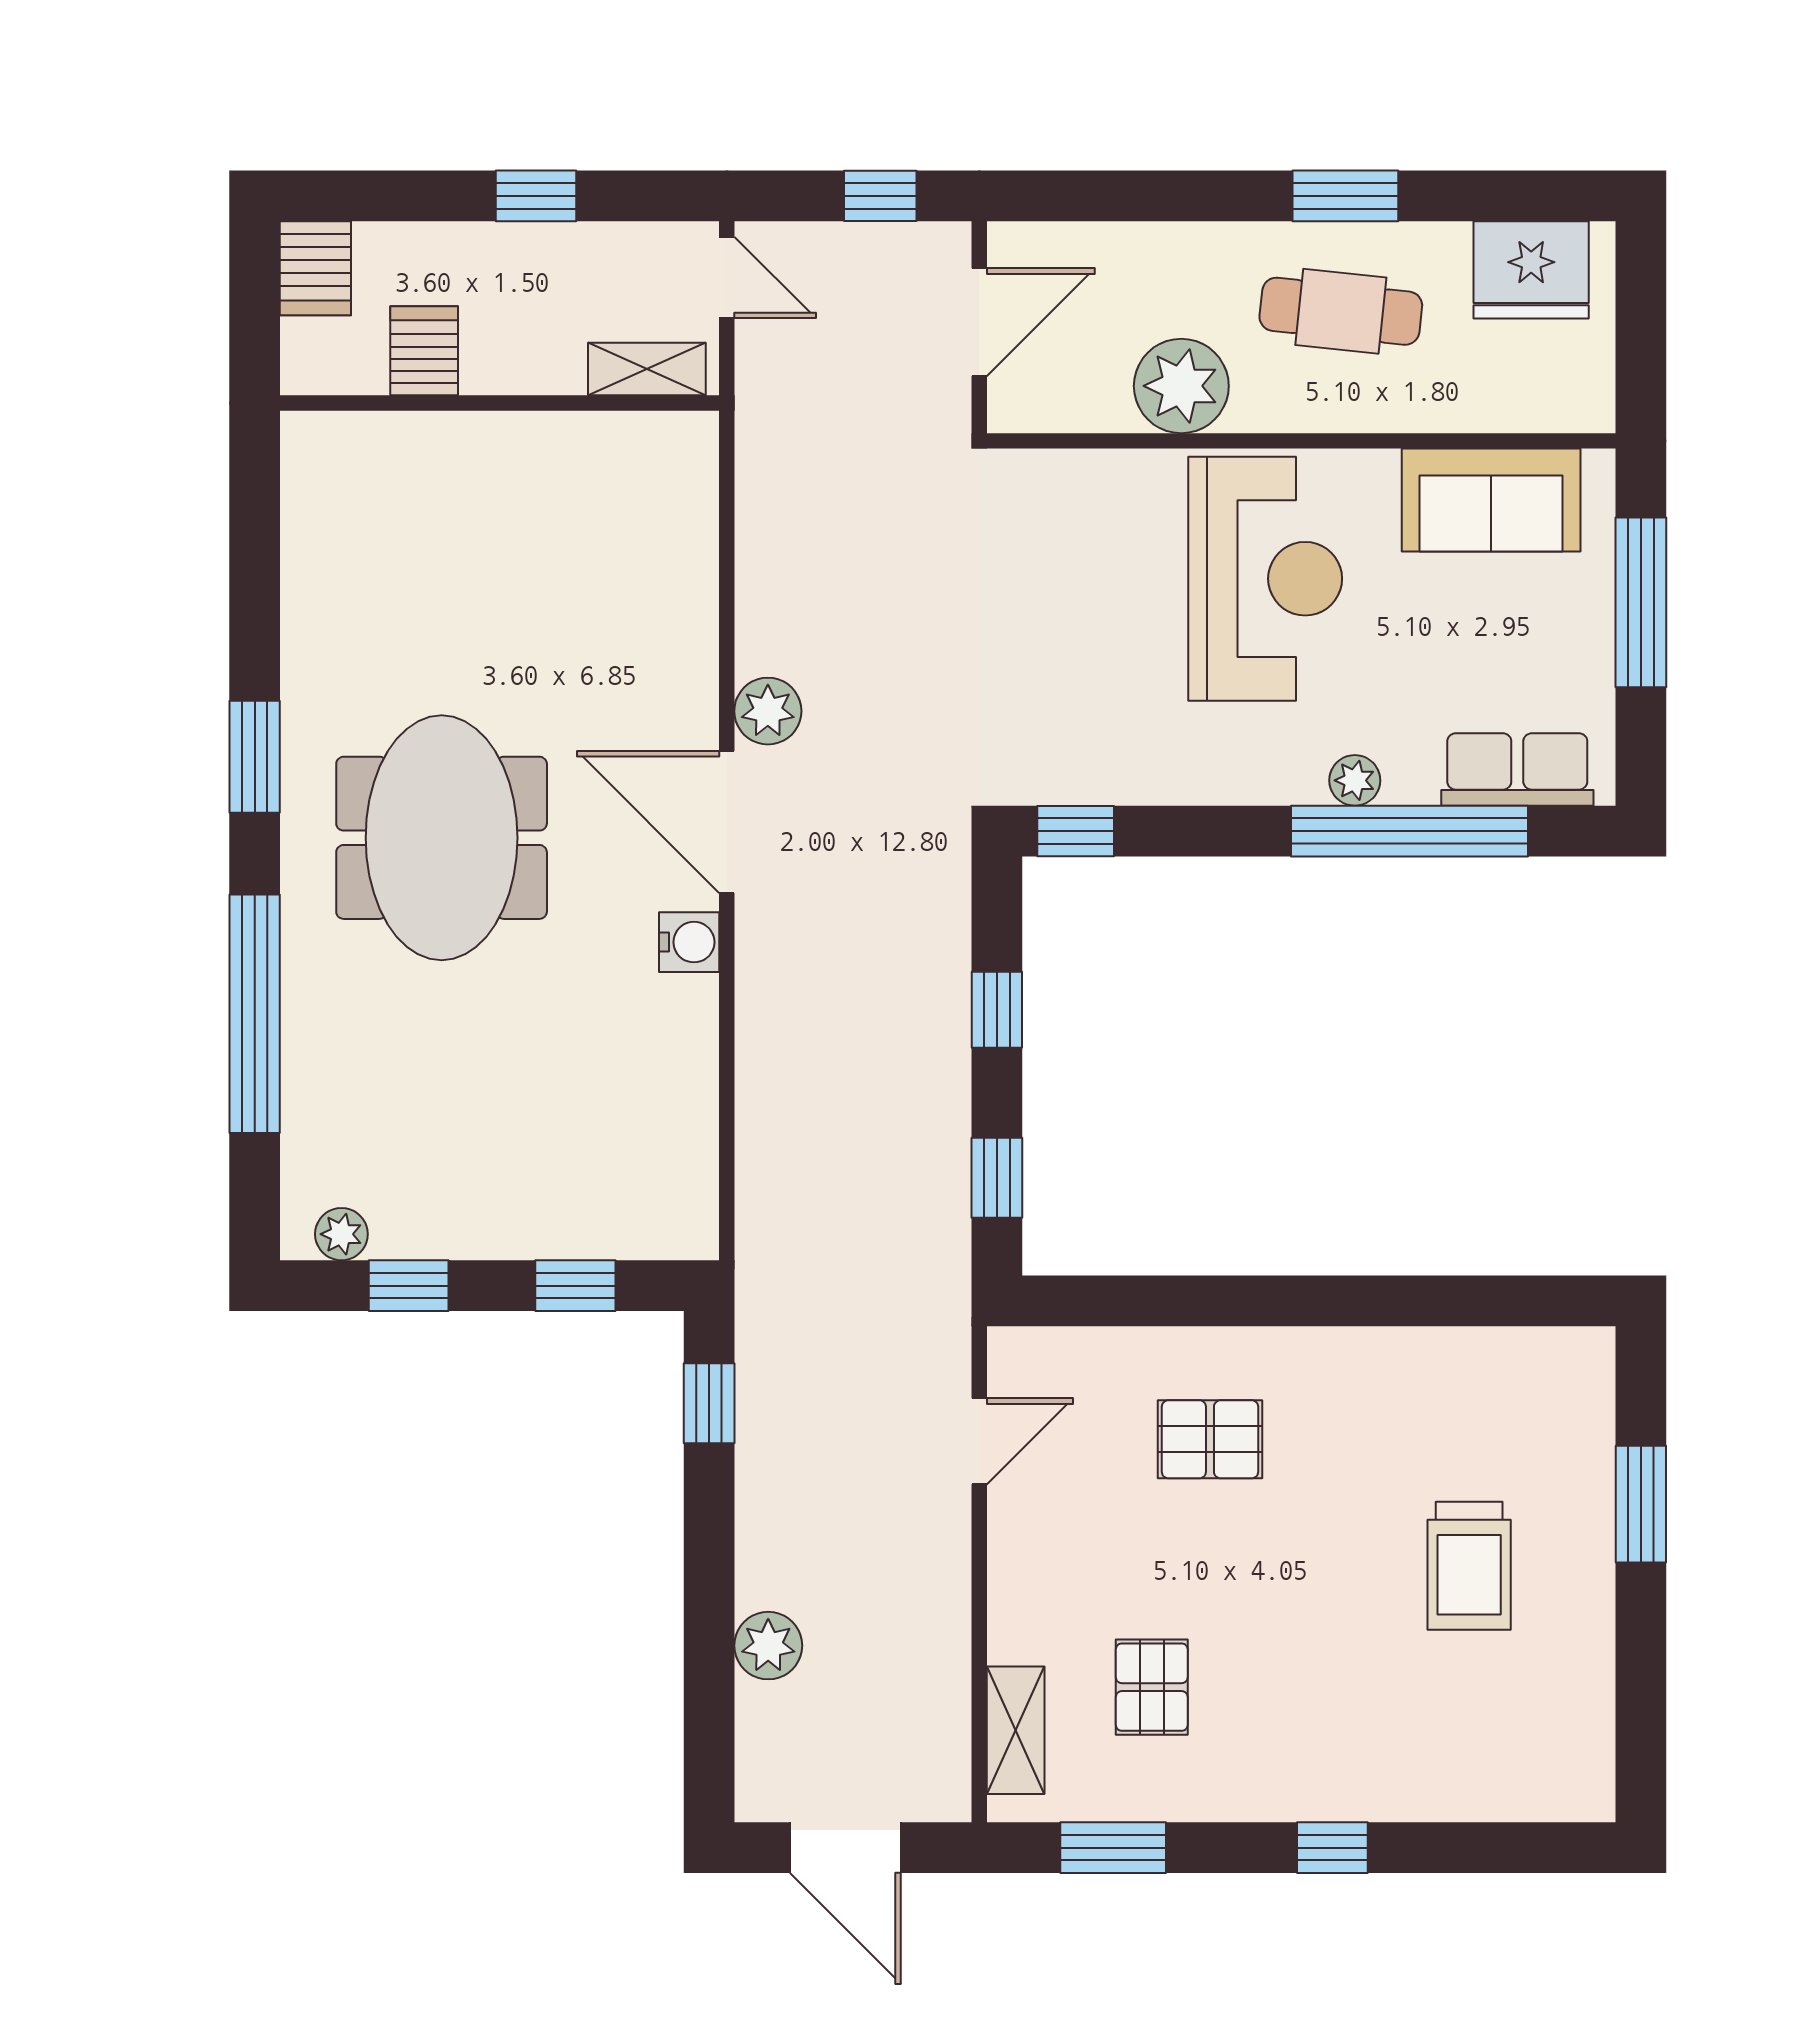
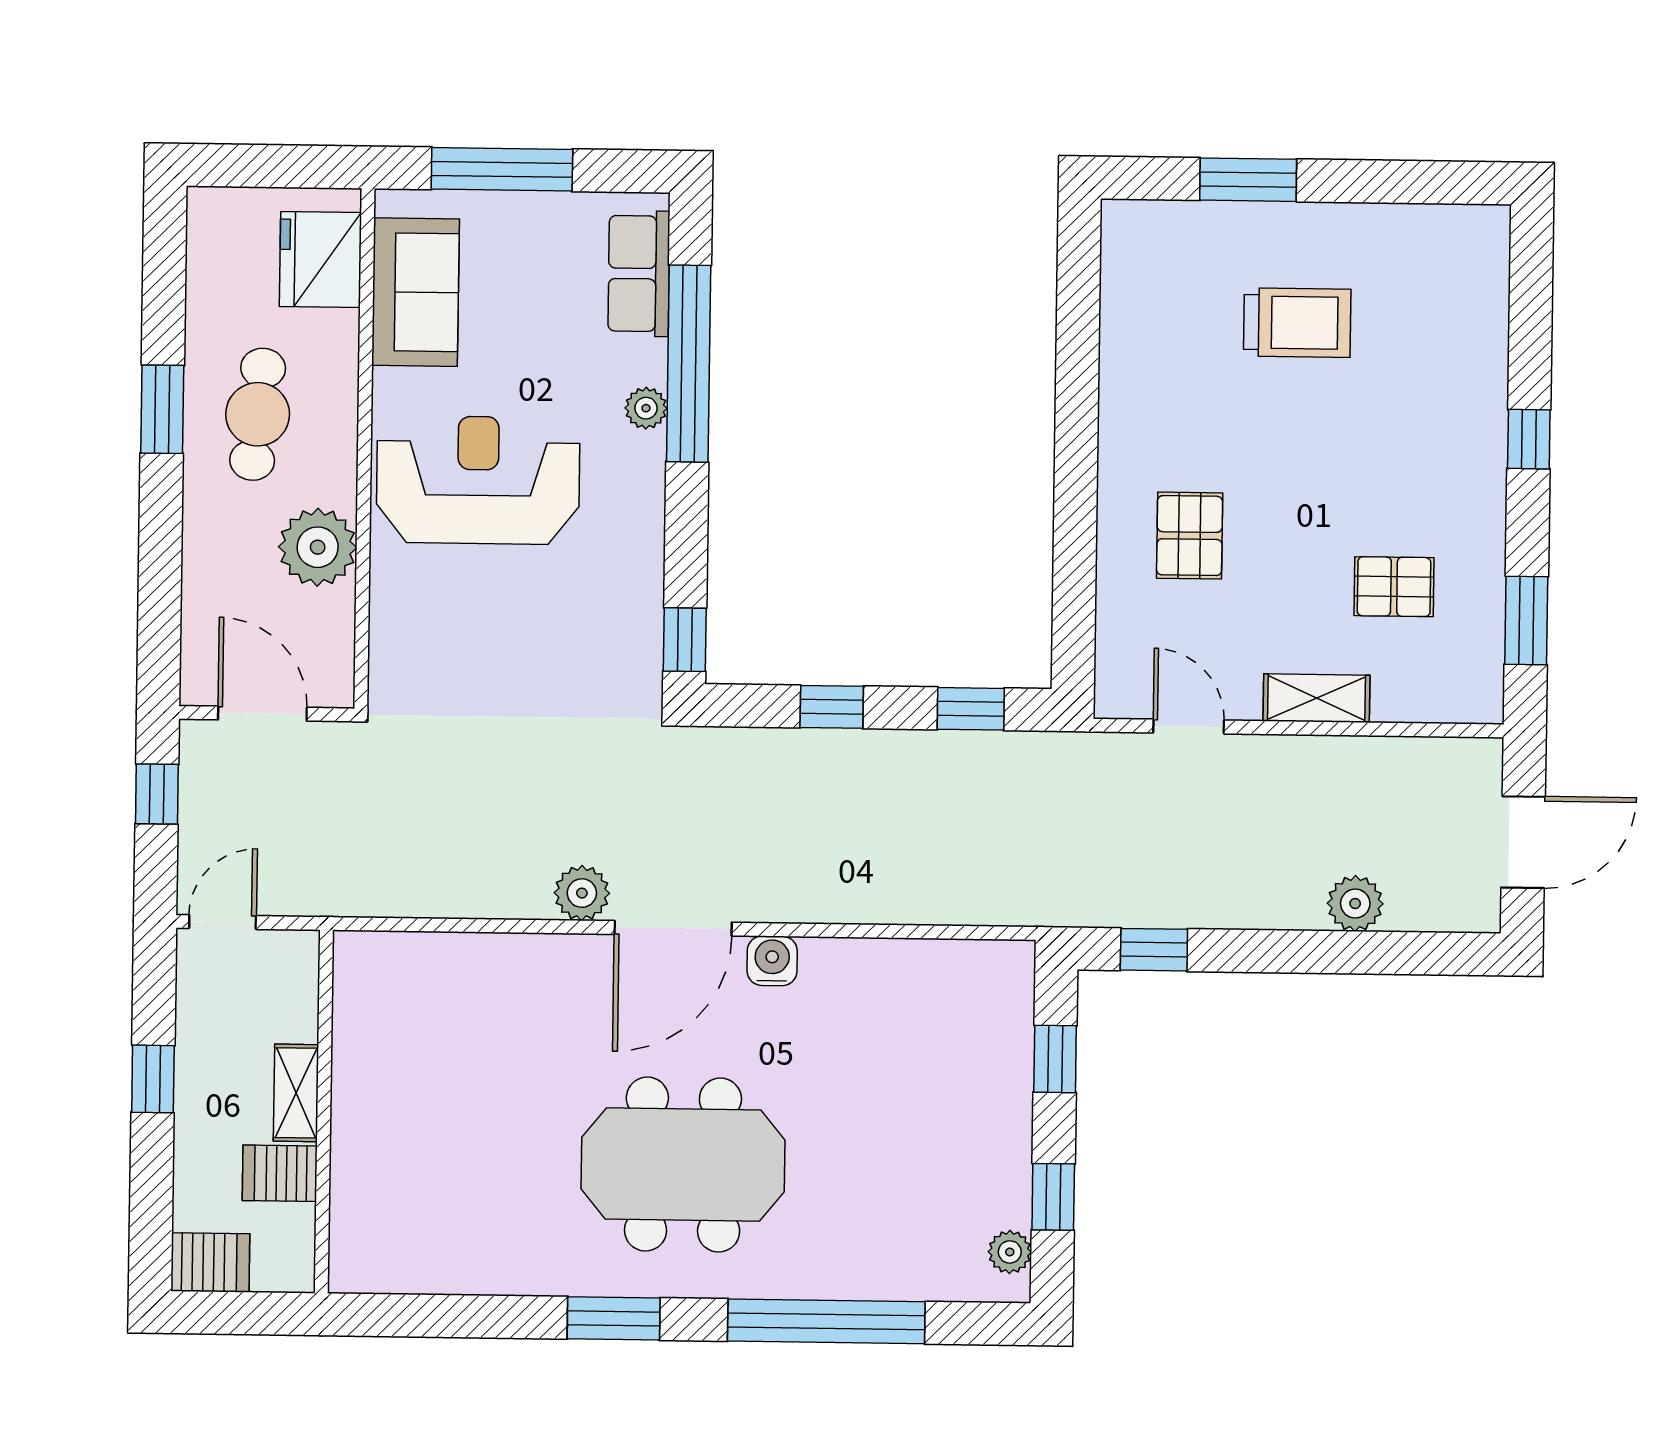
fridge: (1531, 270) -> (320, 259), moved, turned 180
shelving: (647, 369) -> (296, 1093), moved
shelving: (1016, 1730) -> (1316, 698), moved

